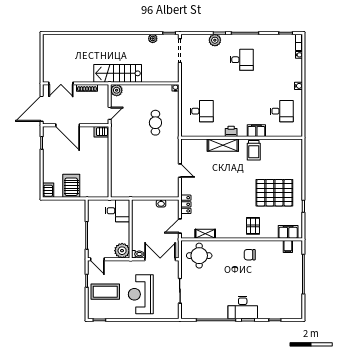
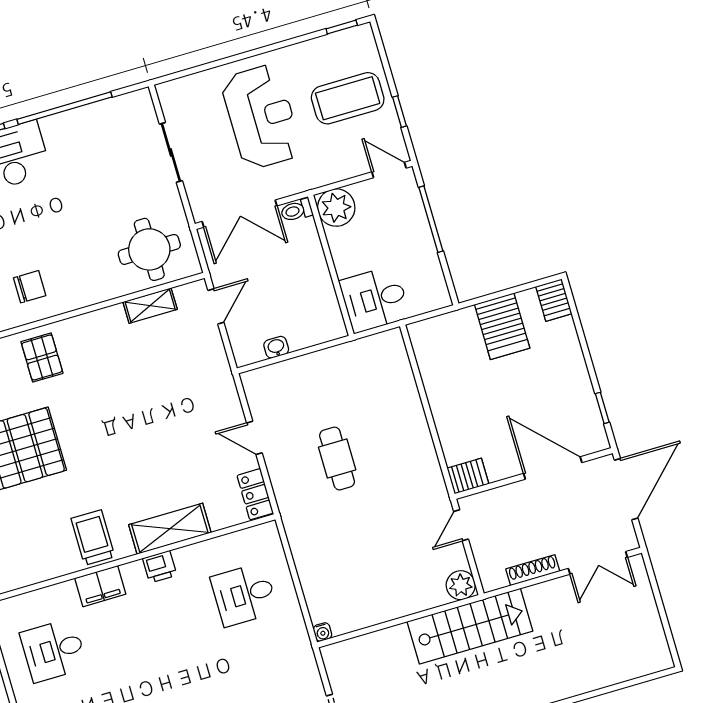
double door: (61, 83) -> (598, 563), swing flipped
cafe table: (155, 123) -> (337, 459), moved
locker: (186, 204) -> (255, 494), moved

